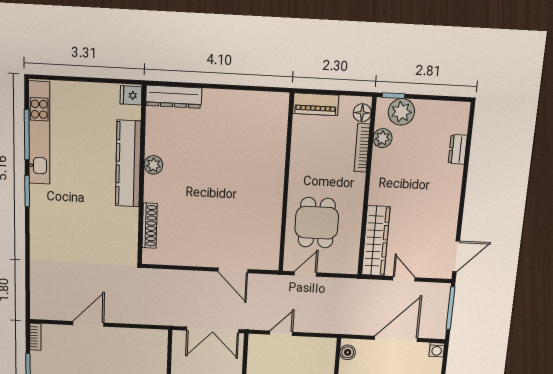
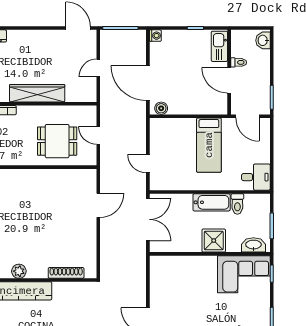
wardrobe: (376, 241) -> (37, 93), moved
door: (305, 274) -> (98, 135), moved
door: (396, 339) -> (148, 83), moved

